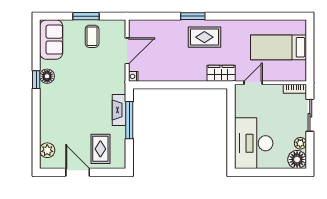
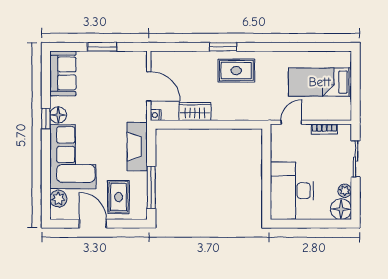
coffee table: (92, 36) -> (109, 70), removed
door: (127, 51) -> (149, 86), hinge flipped
wardrobe: (221, 73) -> (195, 111), moved
bookcase: (295, 89) -> (324, 129), moved
fireplace: (119, 110) -> (137, 147), width x1.37, depth x1.32
corner sofa: (60, 113) -> (73, 157), added
window: (129, 120) -> (151, 187), moved

